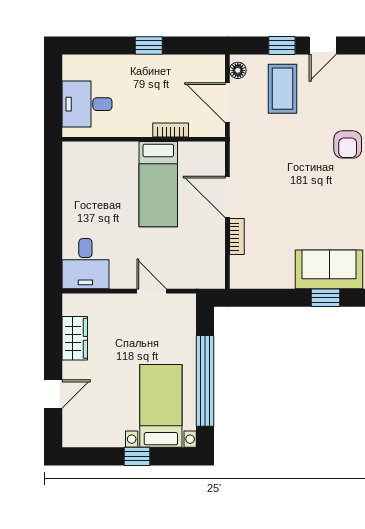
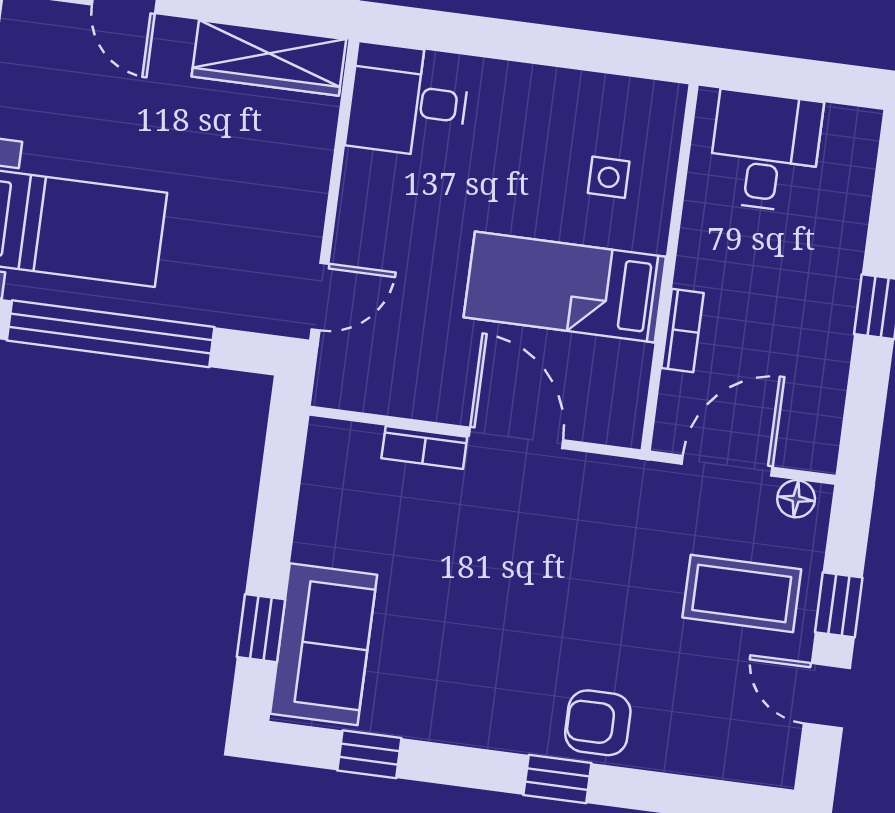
side table: (107, 171) -> (609, 177), added
door: (227, 197) -> (516, 438), hinge flipped
door: (152, 291) -> (320, 297), moved
wardrobe: (75, 338) -> (269, 58), width x1.50

